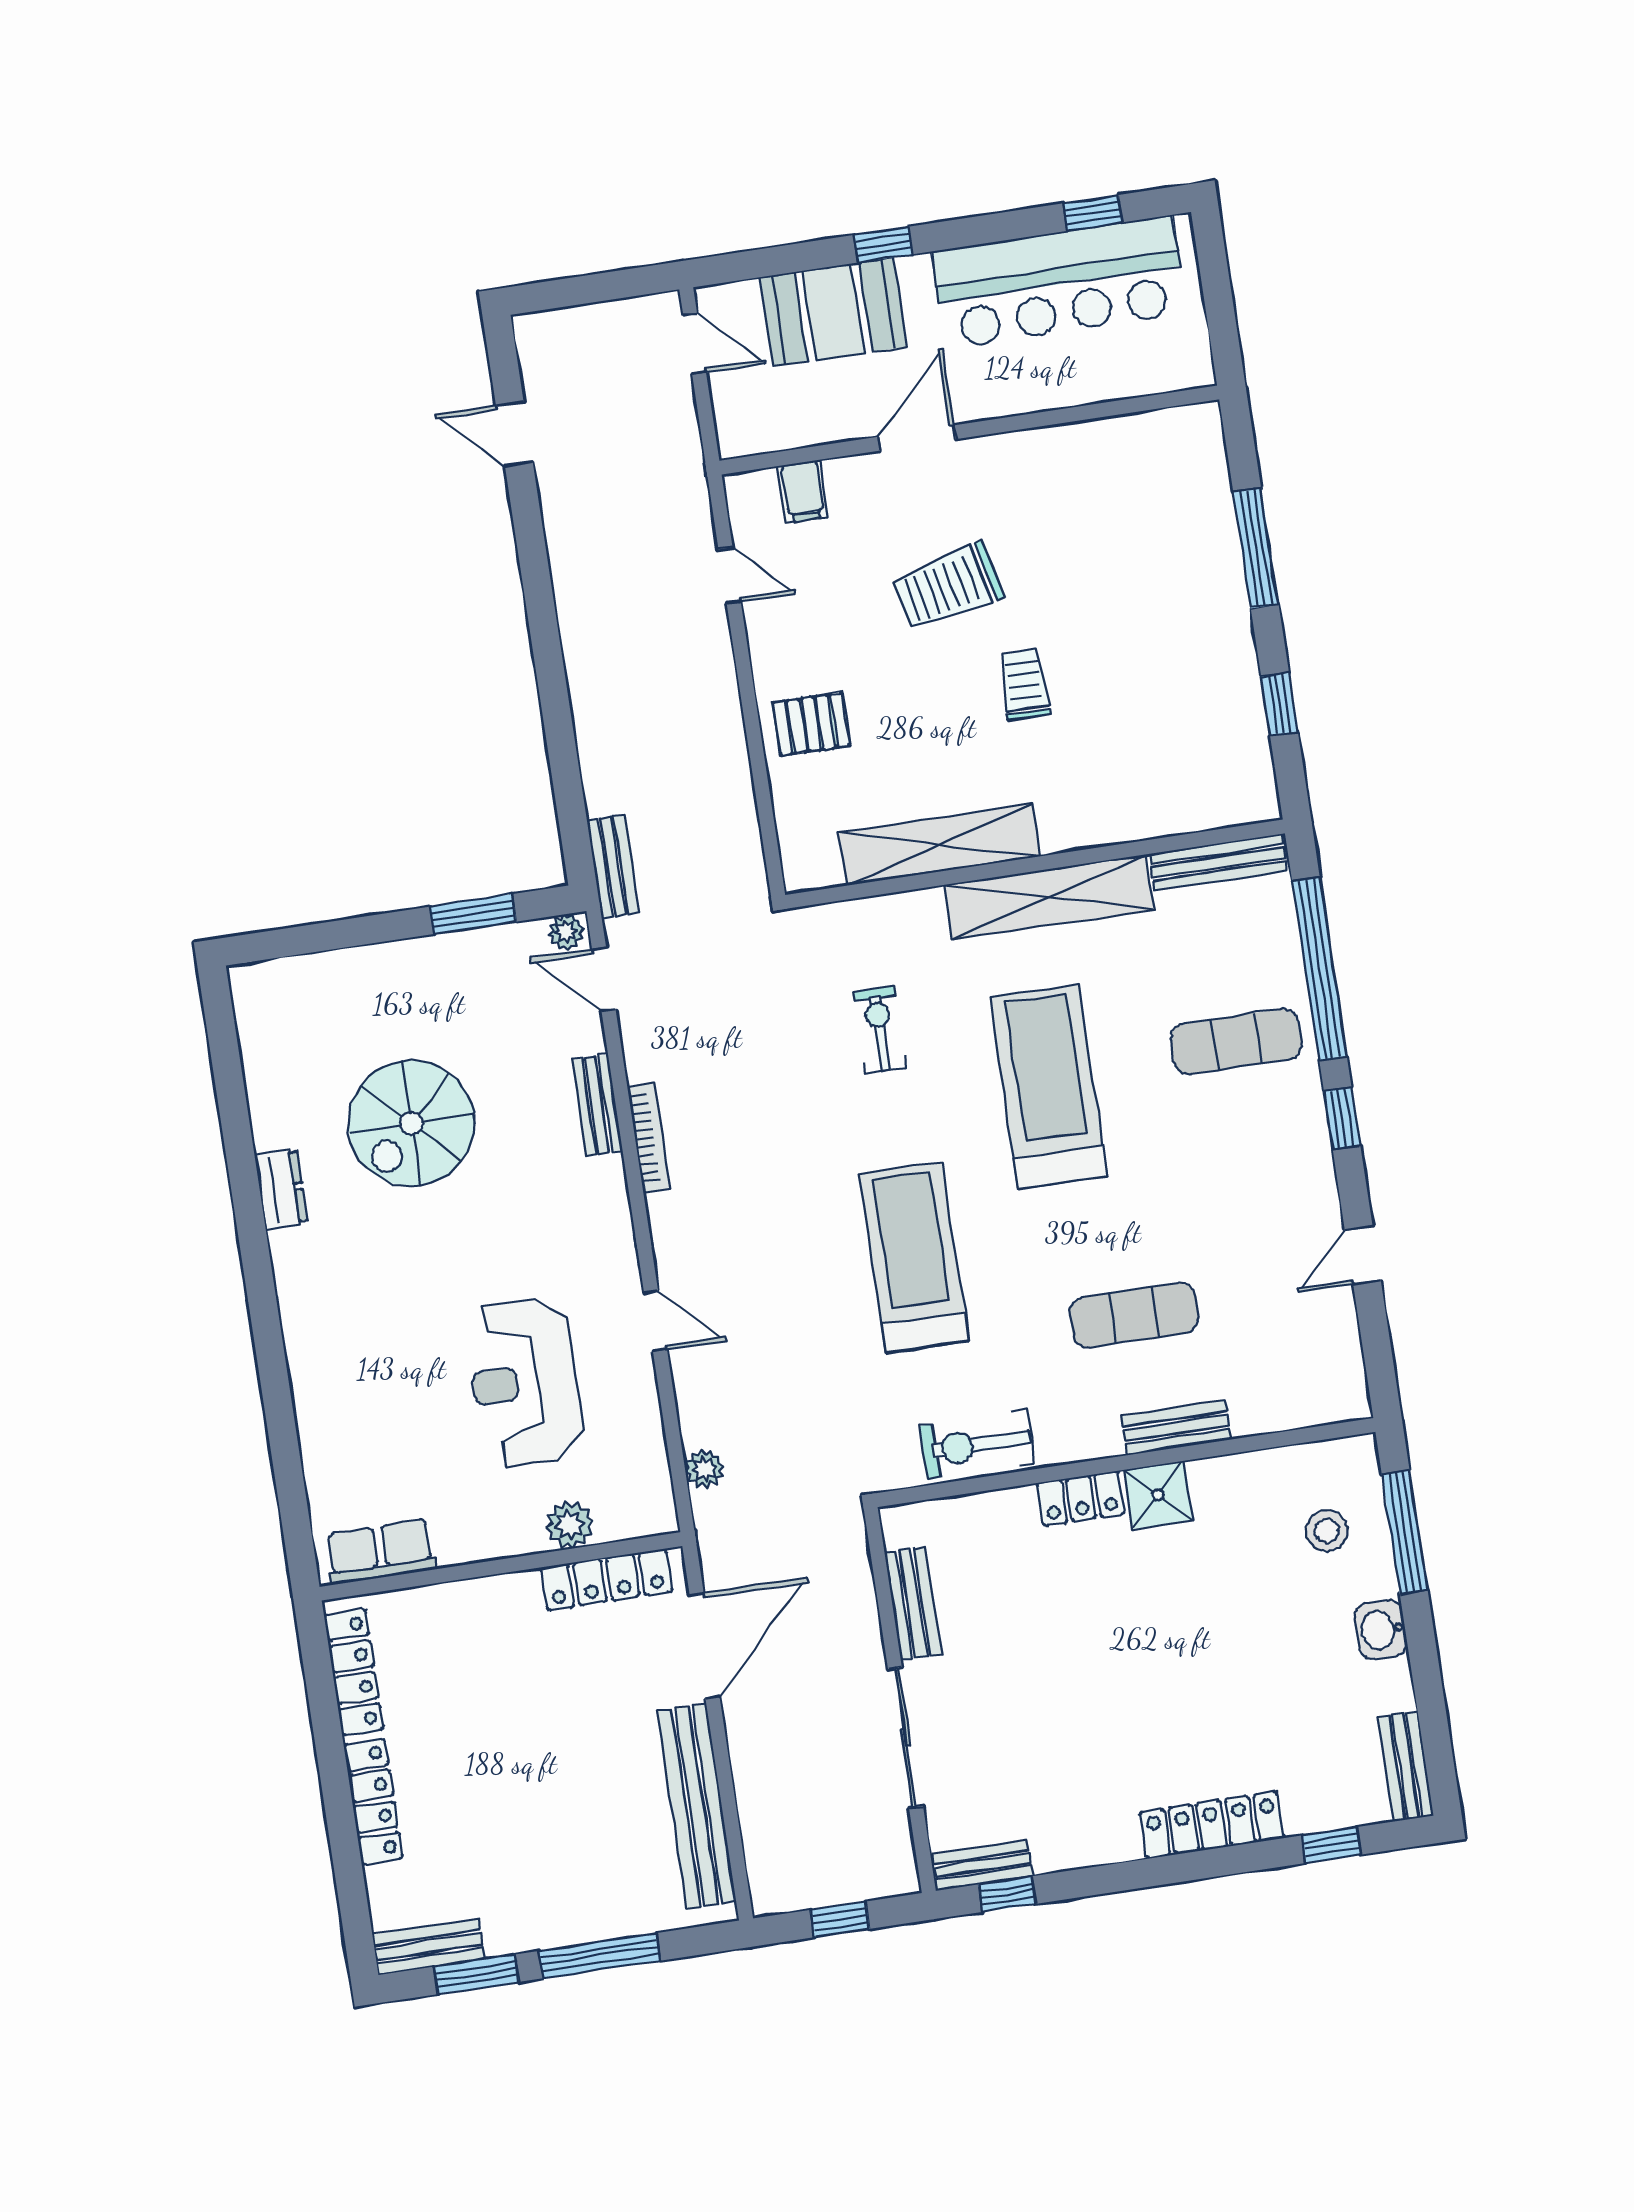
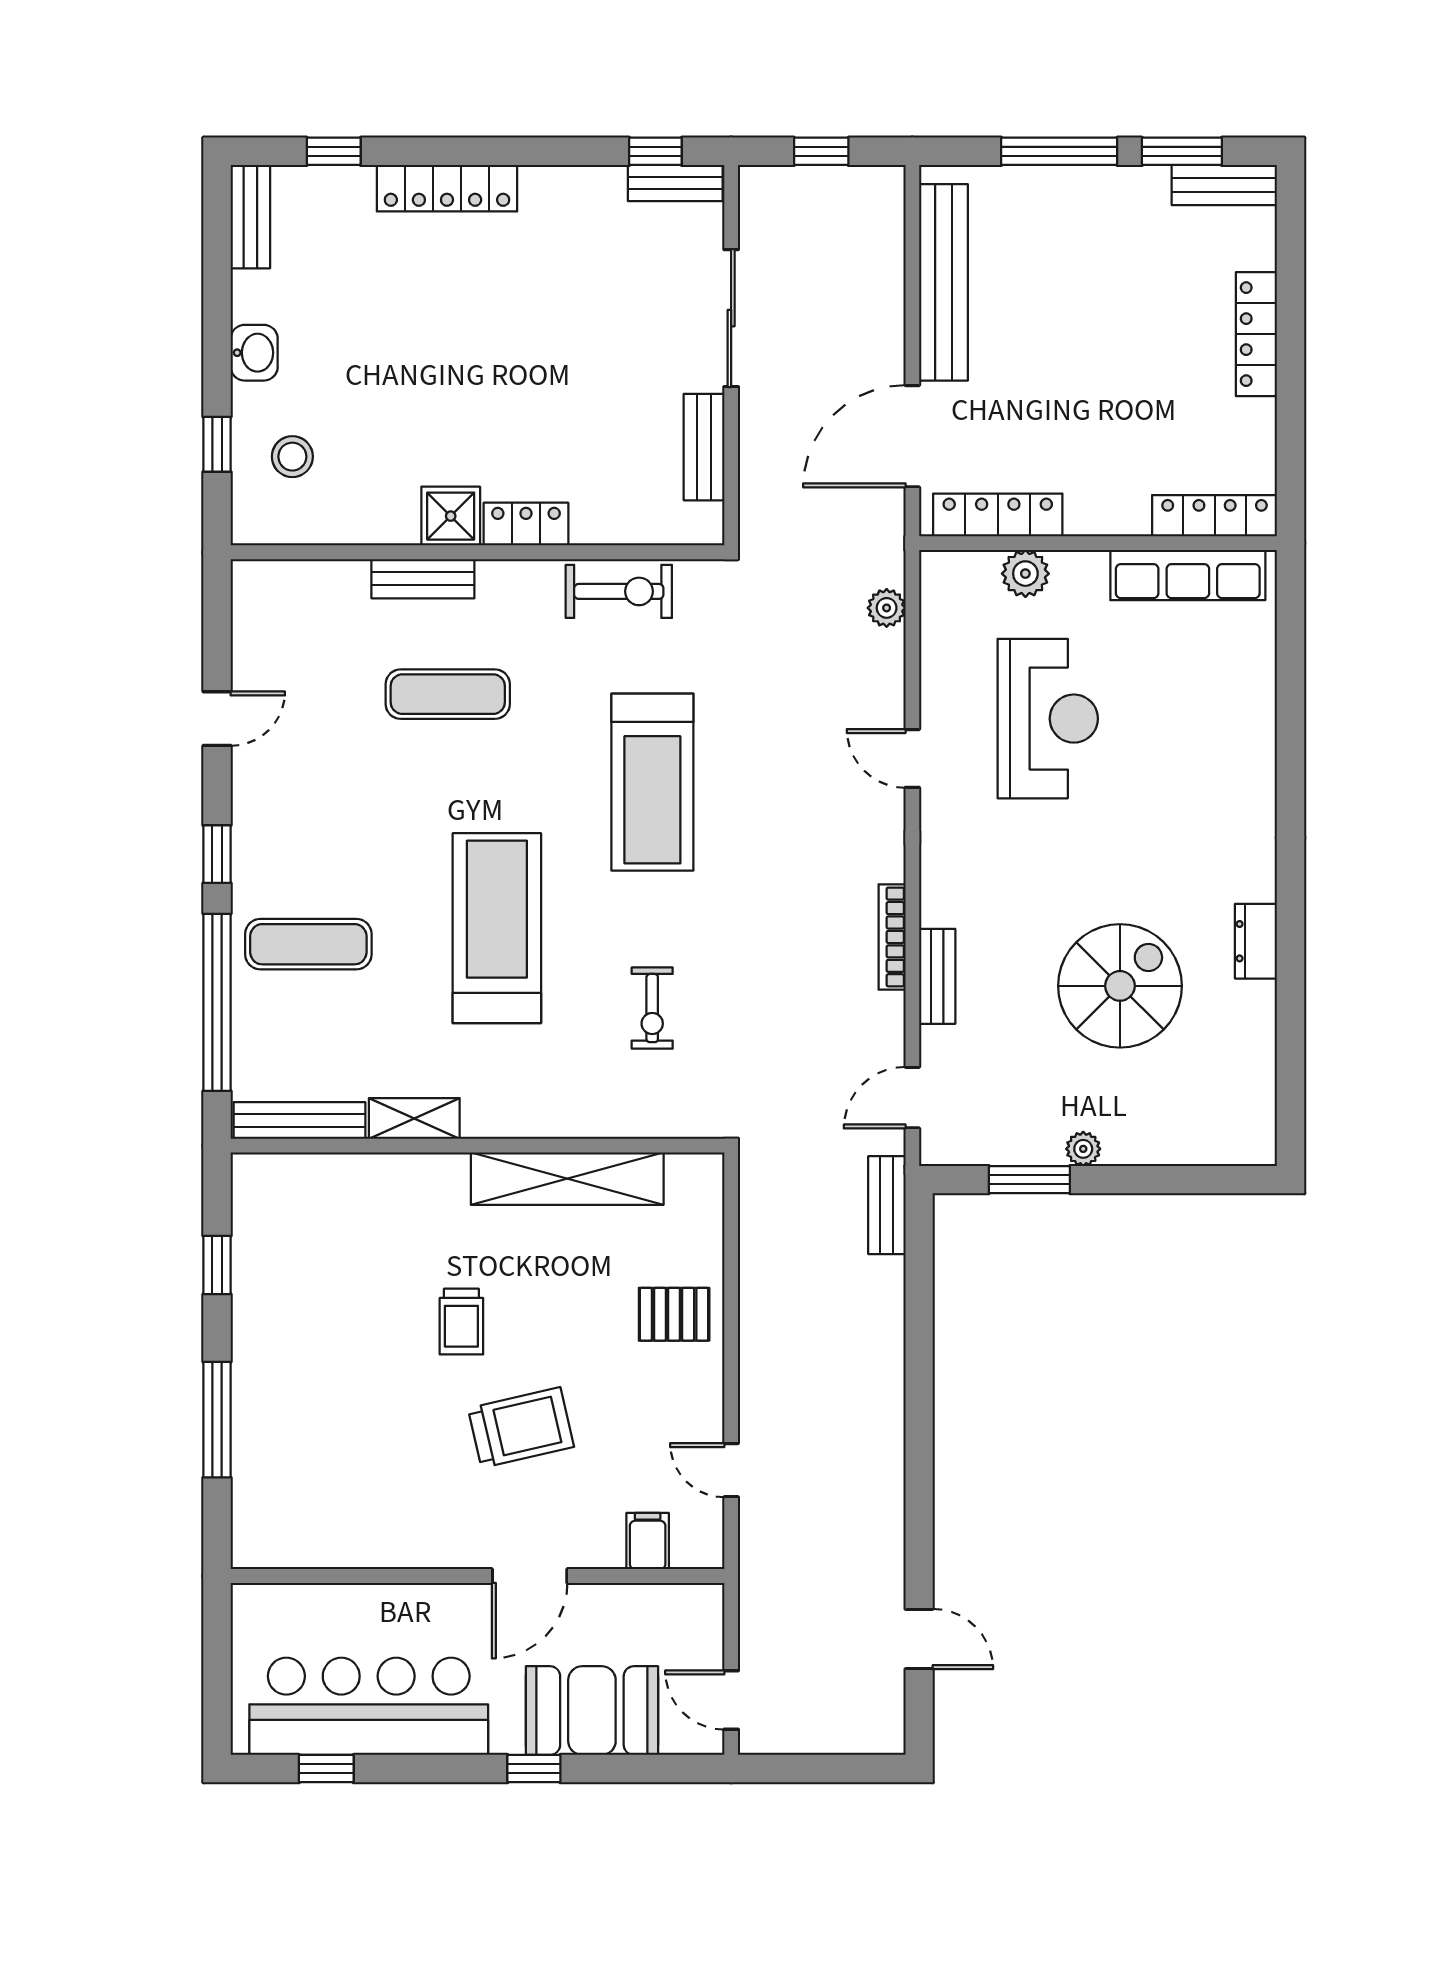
shelving: (1049, 897) -> (414, 1118), width x0.45, depth x0.75
plant: (566, 932) -> (1083, 1149), moved
door: (604, 979) -> (912, 1098), swing flipped
treadmill: (1049, 1086) -> (497, 928), turned 180
window: (1405, 1532) -> (217, 444), width x0.46
row of seats: (380, 1552) -> (1188, 575), width x1.48
locker: (354, 1672) -> (1215, 516), moved, turned 90

